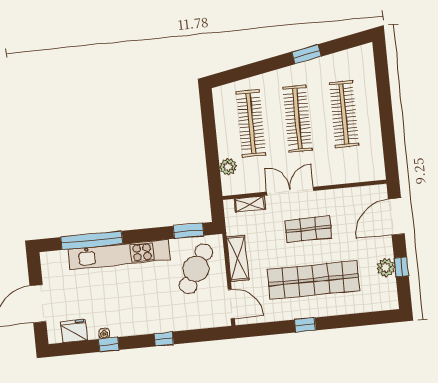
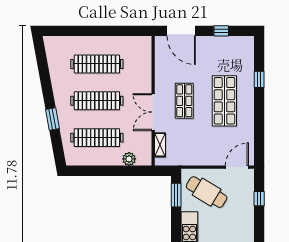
window: (306, 54) -> (52, 119), moved
shelving: (238, 258) -> (202, 159), removed
plant: (386, 268) -> (220, 43), removed
shop shelf: (313, 280) -> (224, 101), width x0.71
window: (305, 325) -> (259, 79), moved
window: (164, 339) -> (259, 199), moved

